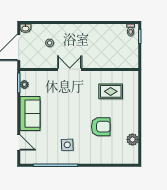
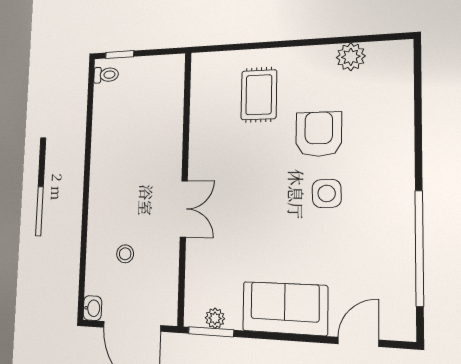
double door: (70, 69) -> (184, 209), swing flipped
rug: (111, 91) -> (259, 95), moved
side table: (67, 145) -> (327, 193), moved

